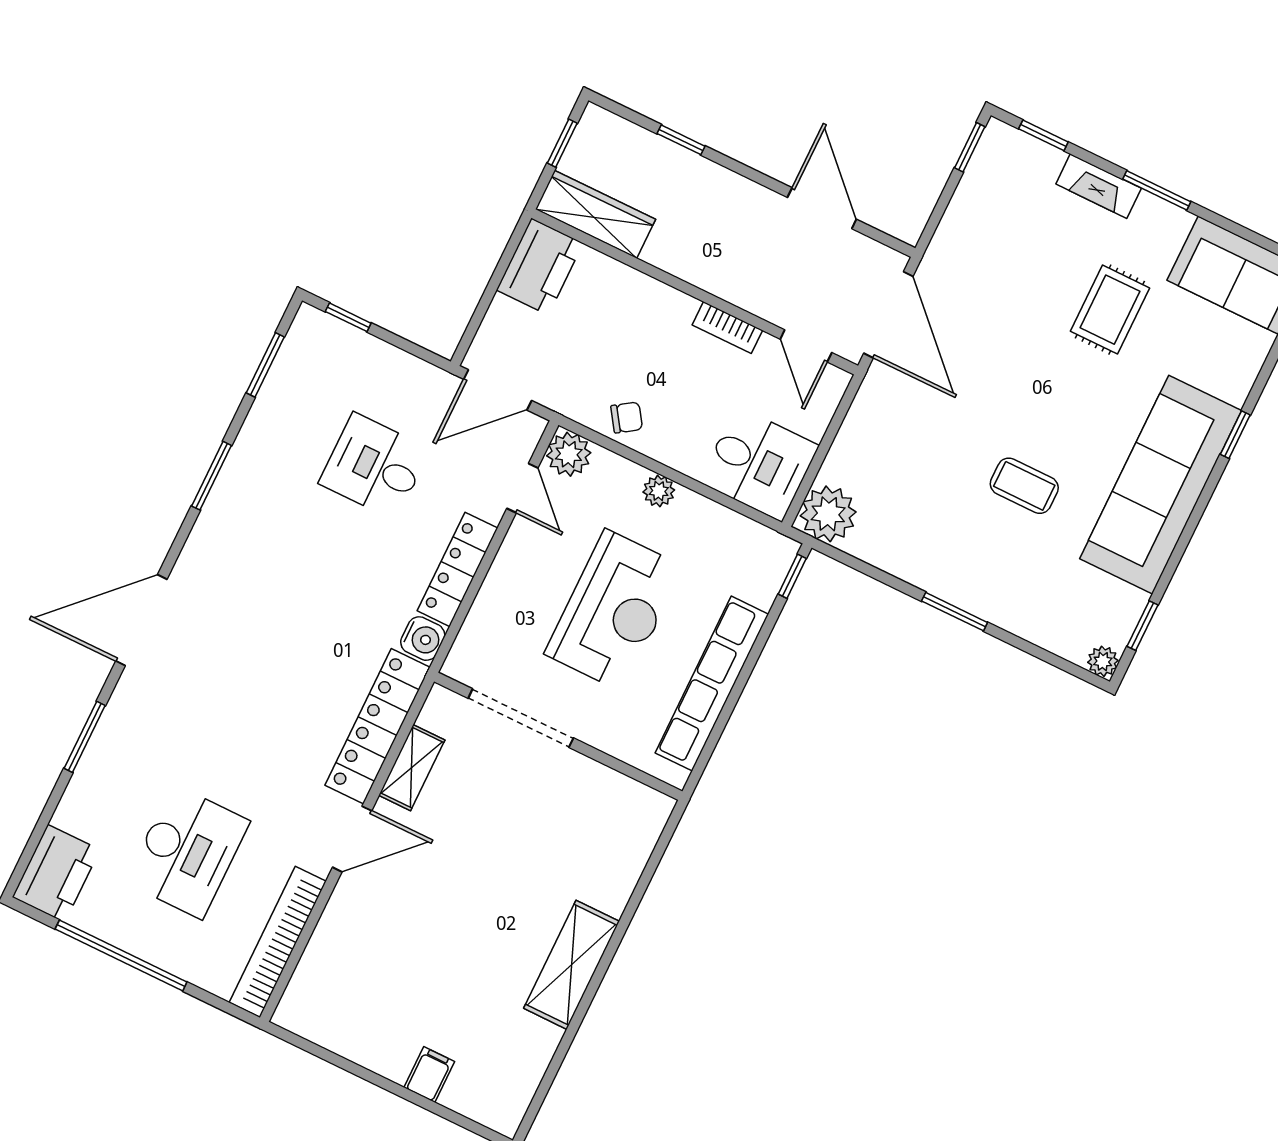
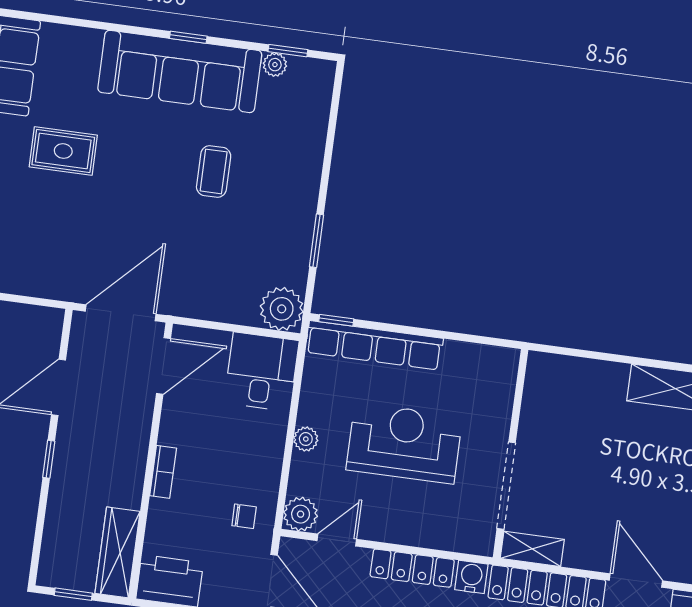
window: (681, 140) -> (49, 459), moved
bookcase: (727, 328) -> (163, 472), moved
door: (806, 346) -> (163, 366), width x1.38
chair: (627, 417) -> (244, 516), moved, turned 124
window: (1235, 435) -> (188, 37), moved
window: (955, 612) -> (317, 241), moved
plant: (1103, 661) -> (275, 65), moved
row of seats: (712, 684) -> (374, 345), moved
shelving: (412, 768) -> (532, 549), moved

